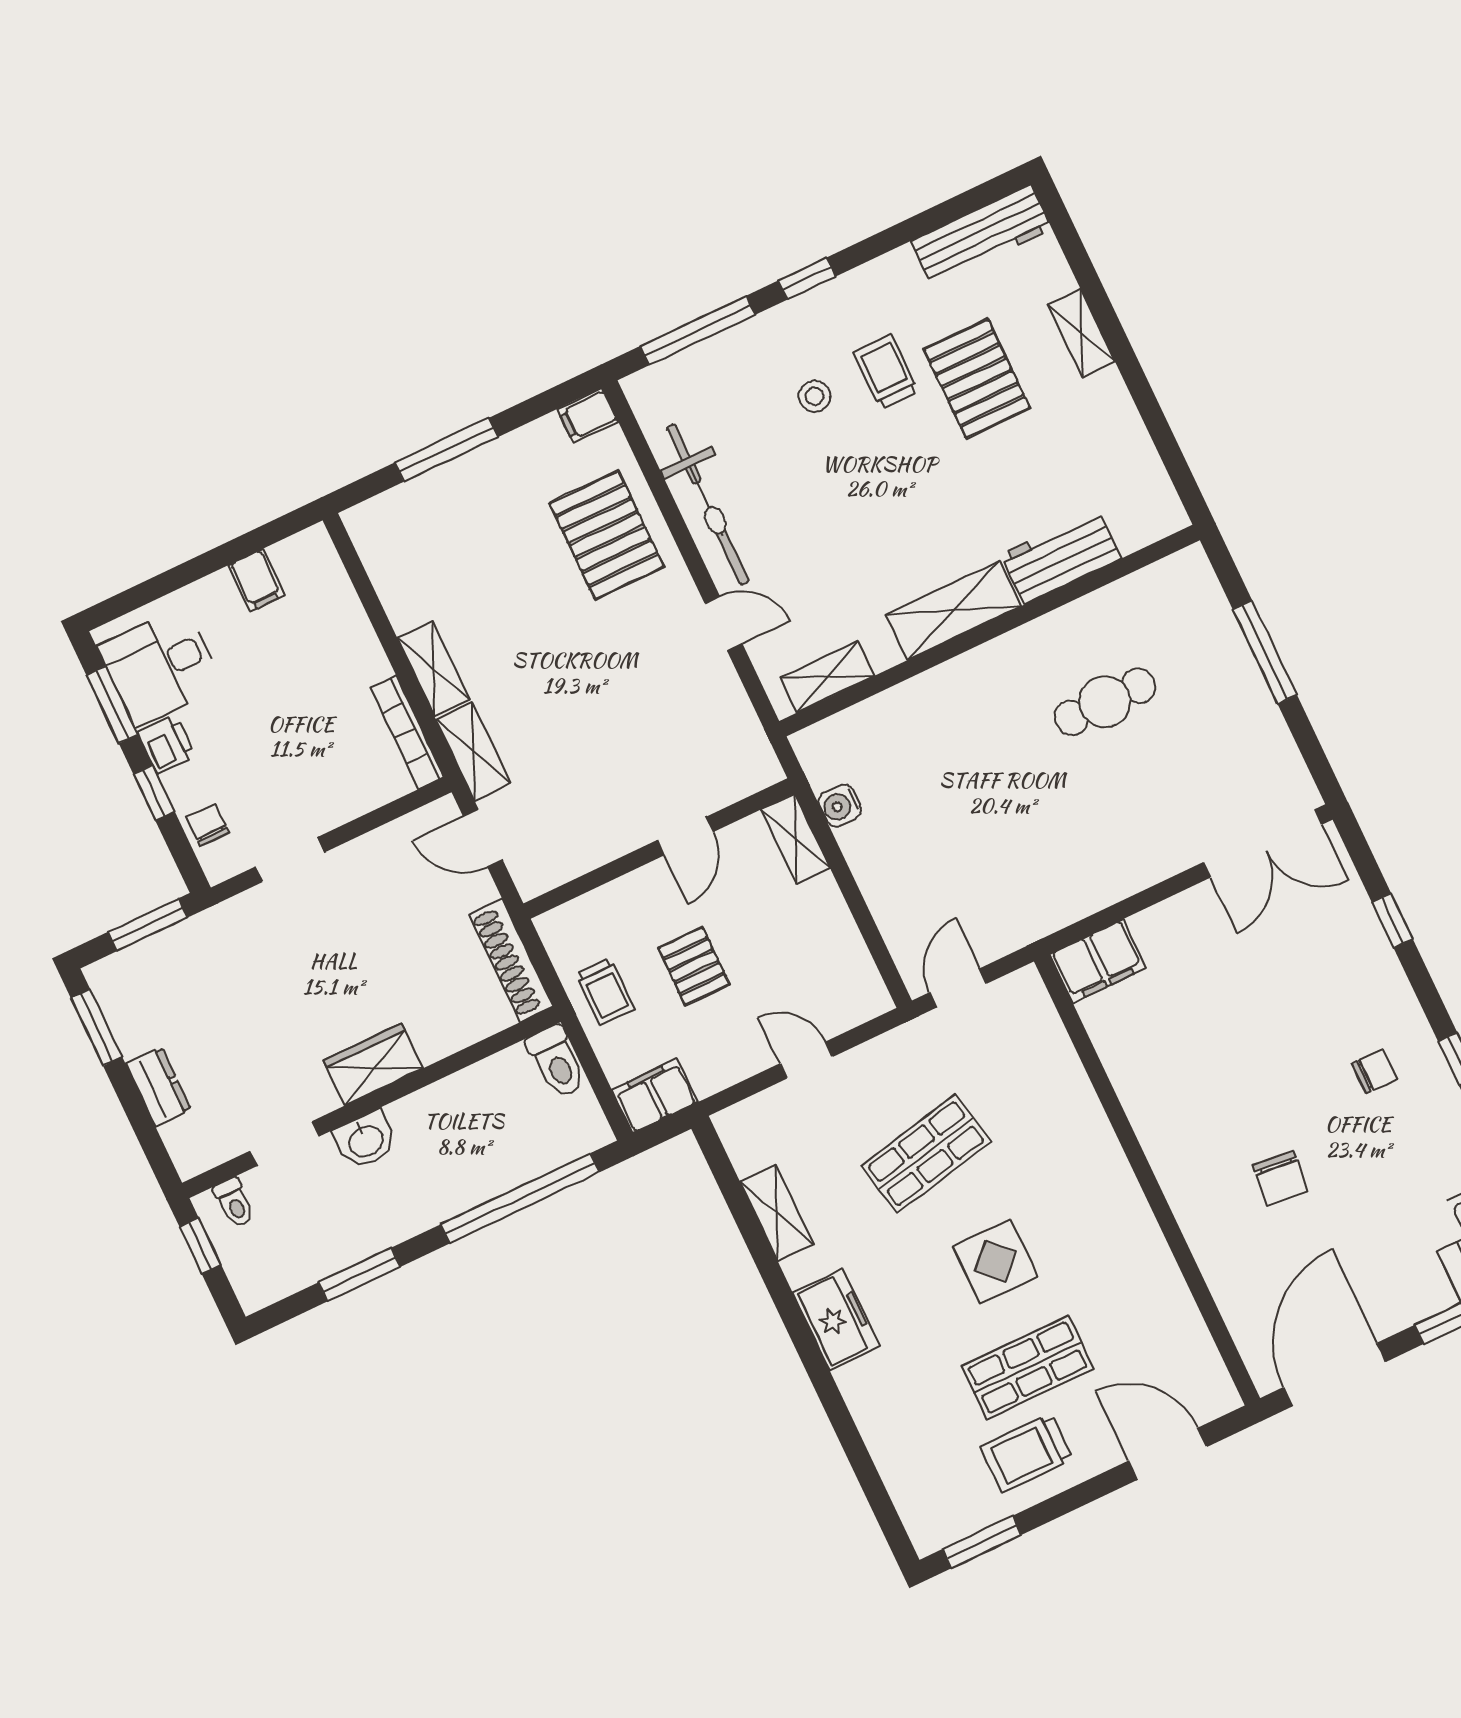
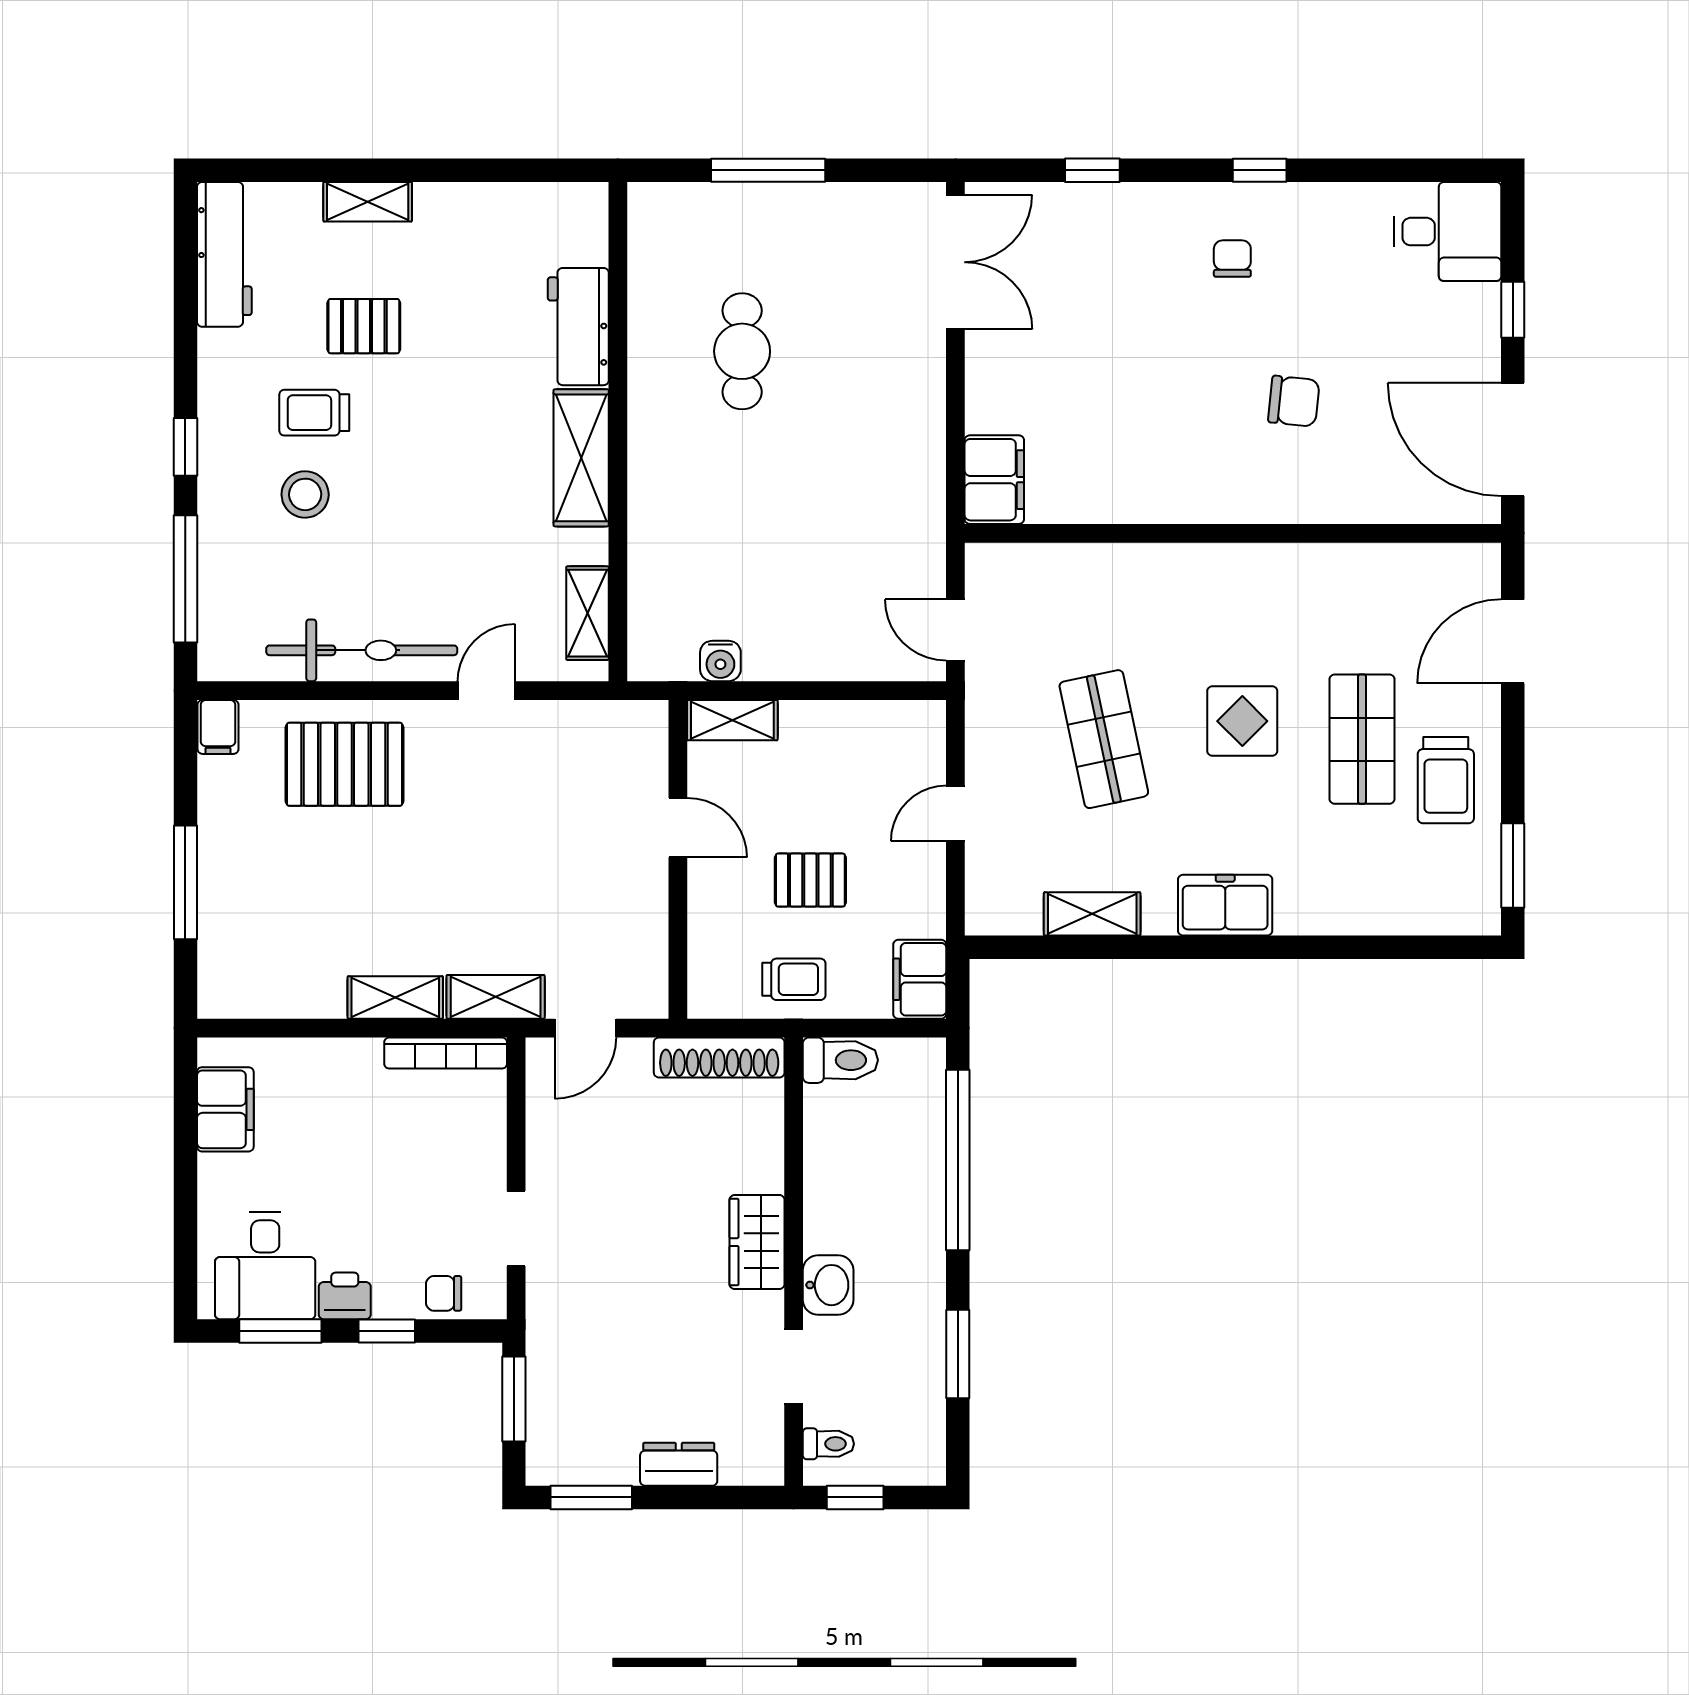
pallet: (977, 379) -> (364, 326), width x0.67, depth x0.71
stool: (815, 396) -> (305, 494), width x1.37, depth x1.37
filing cabinet: (257, 580) -> (225, 1109), width x2.00

